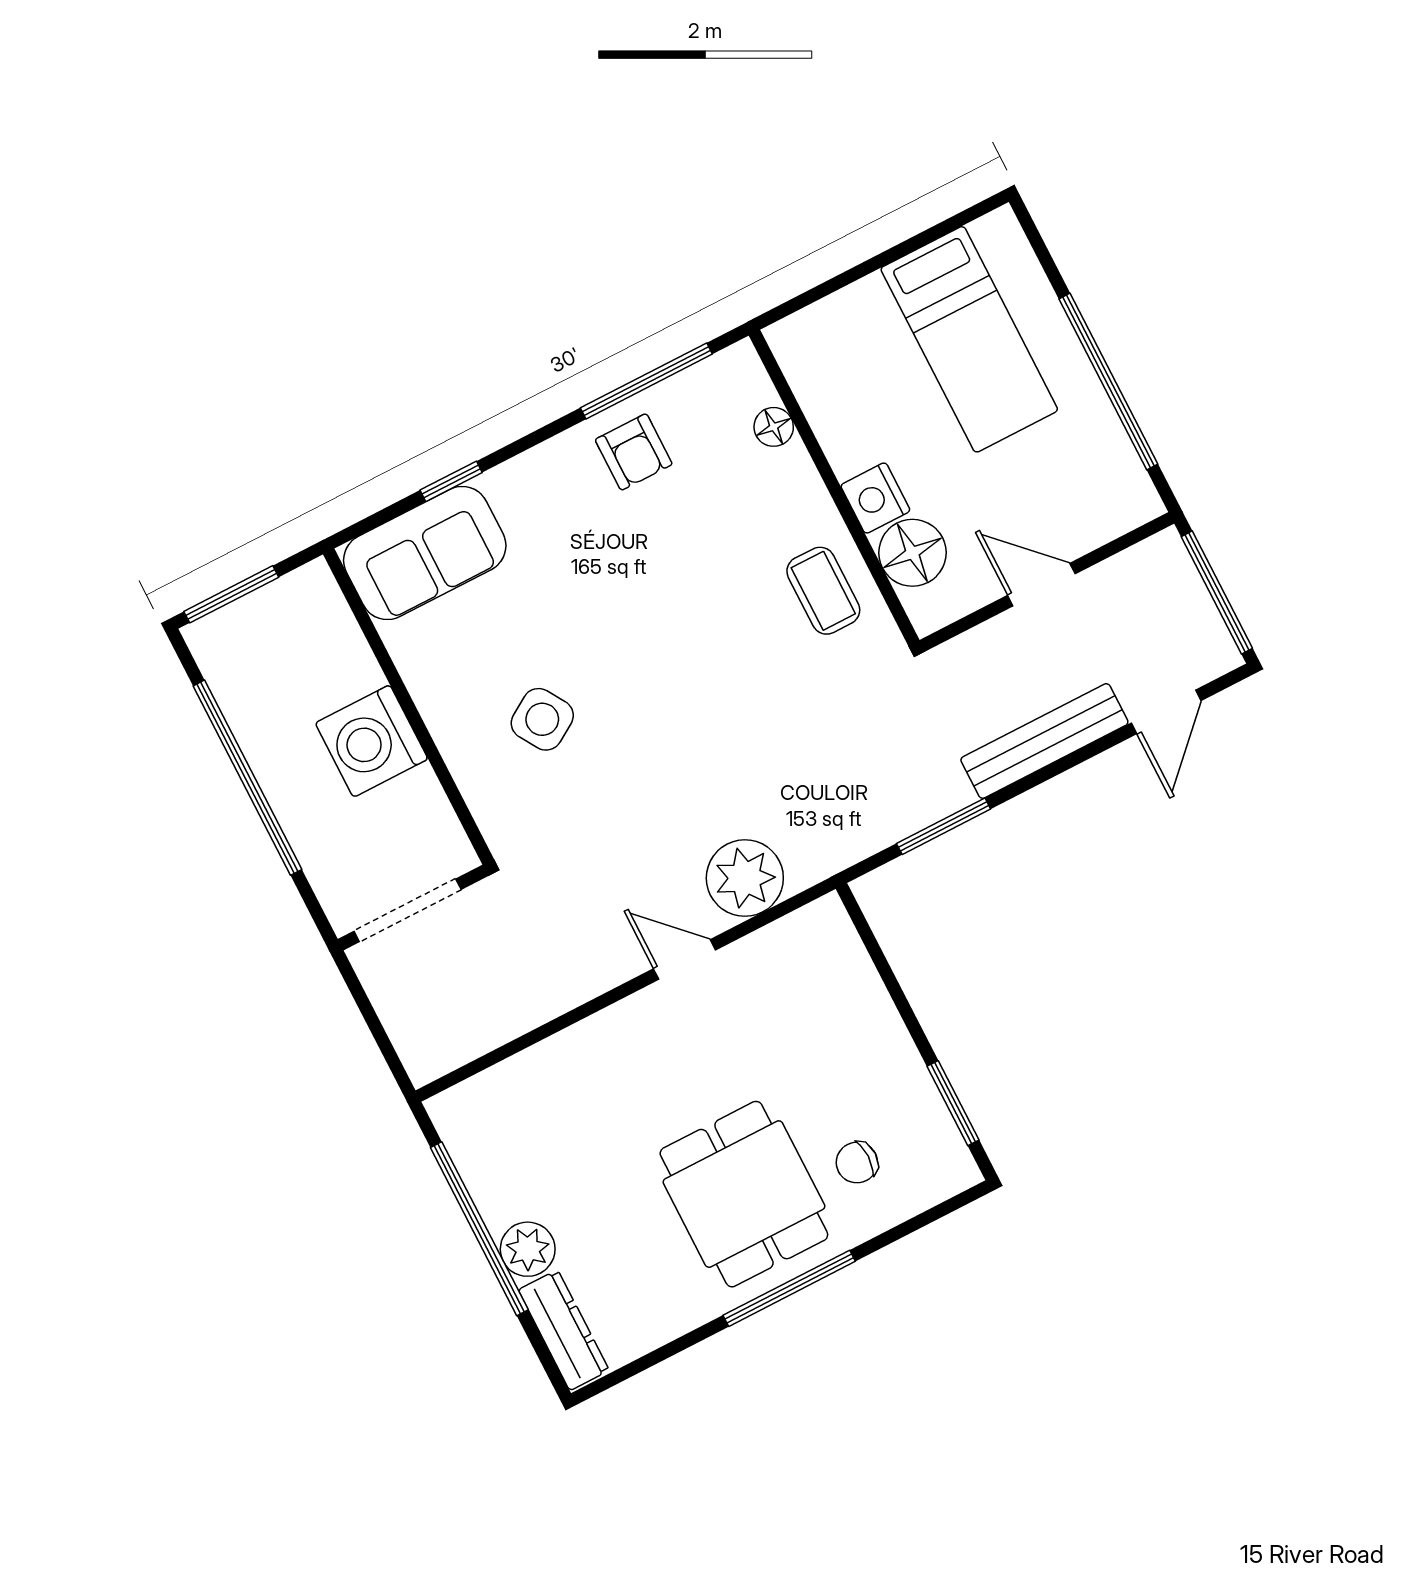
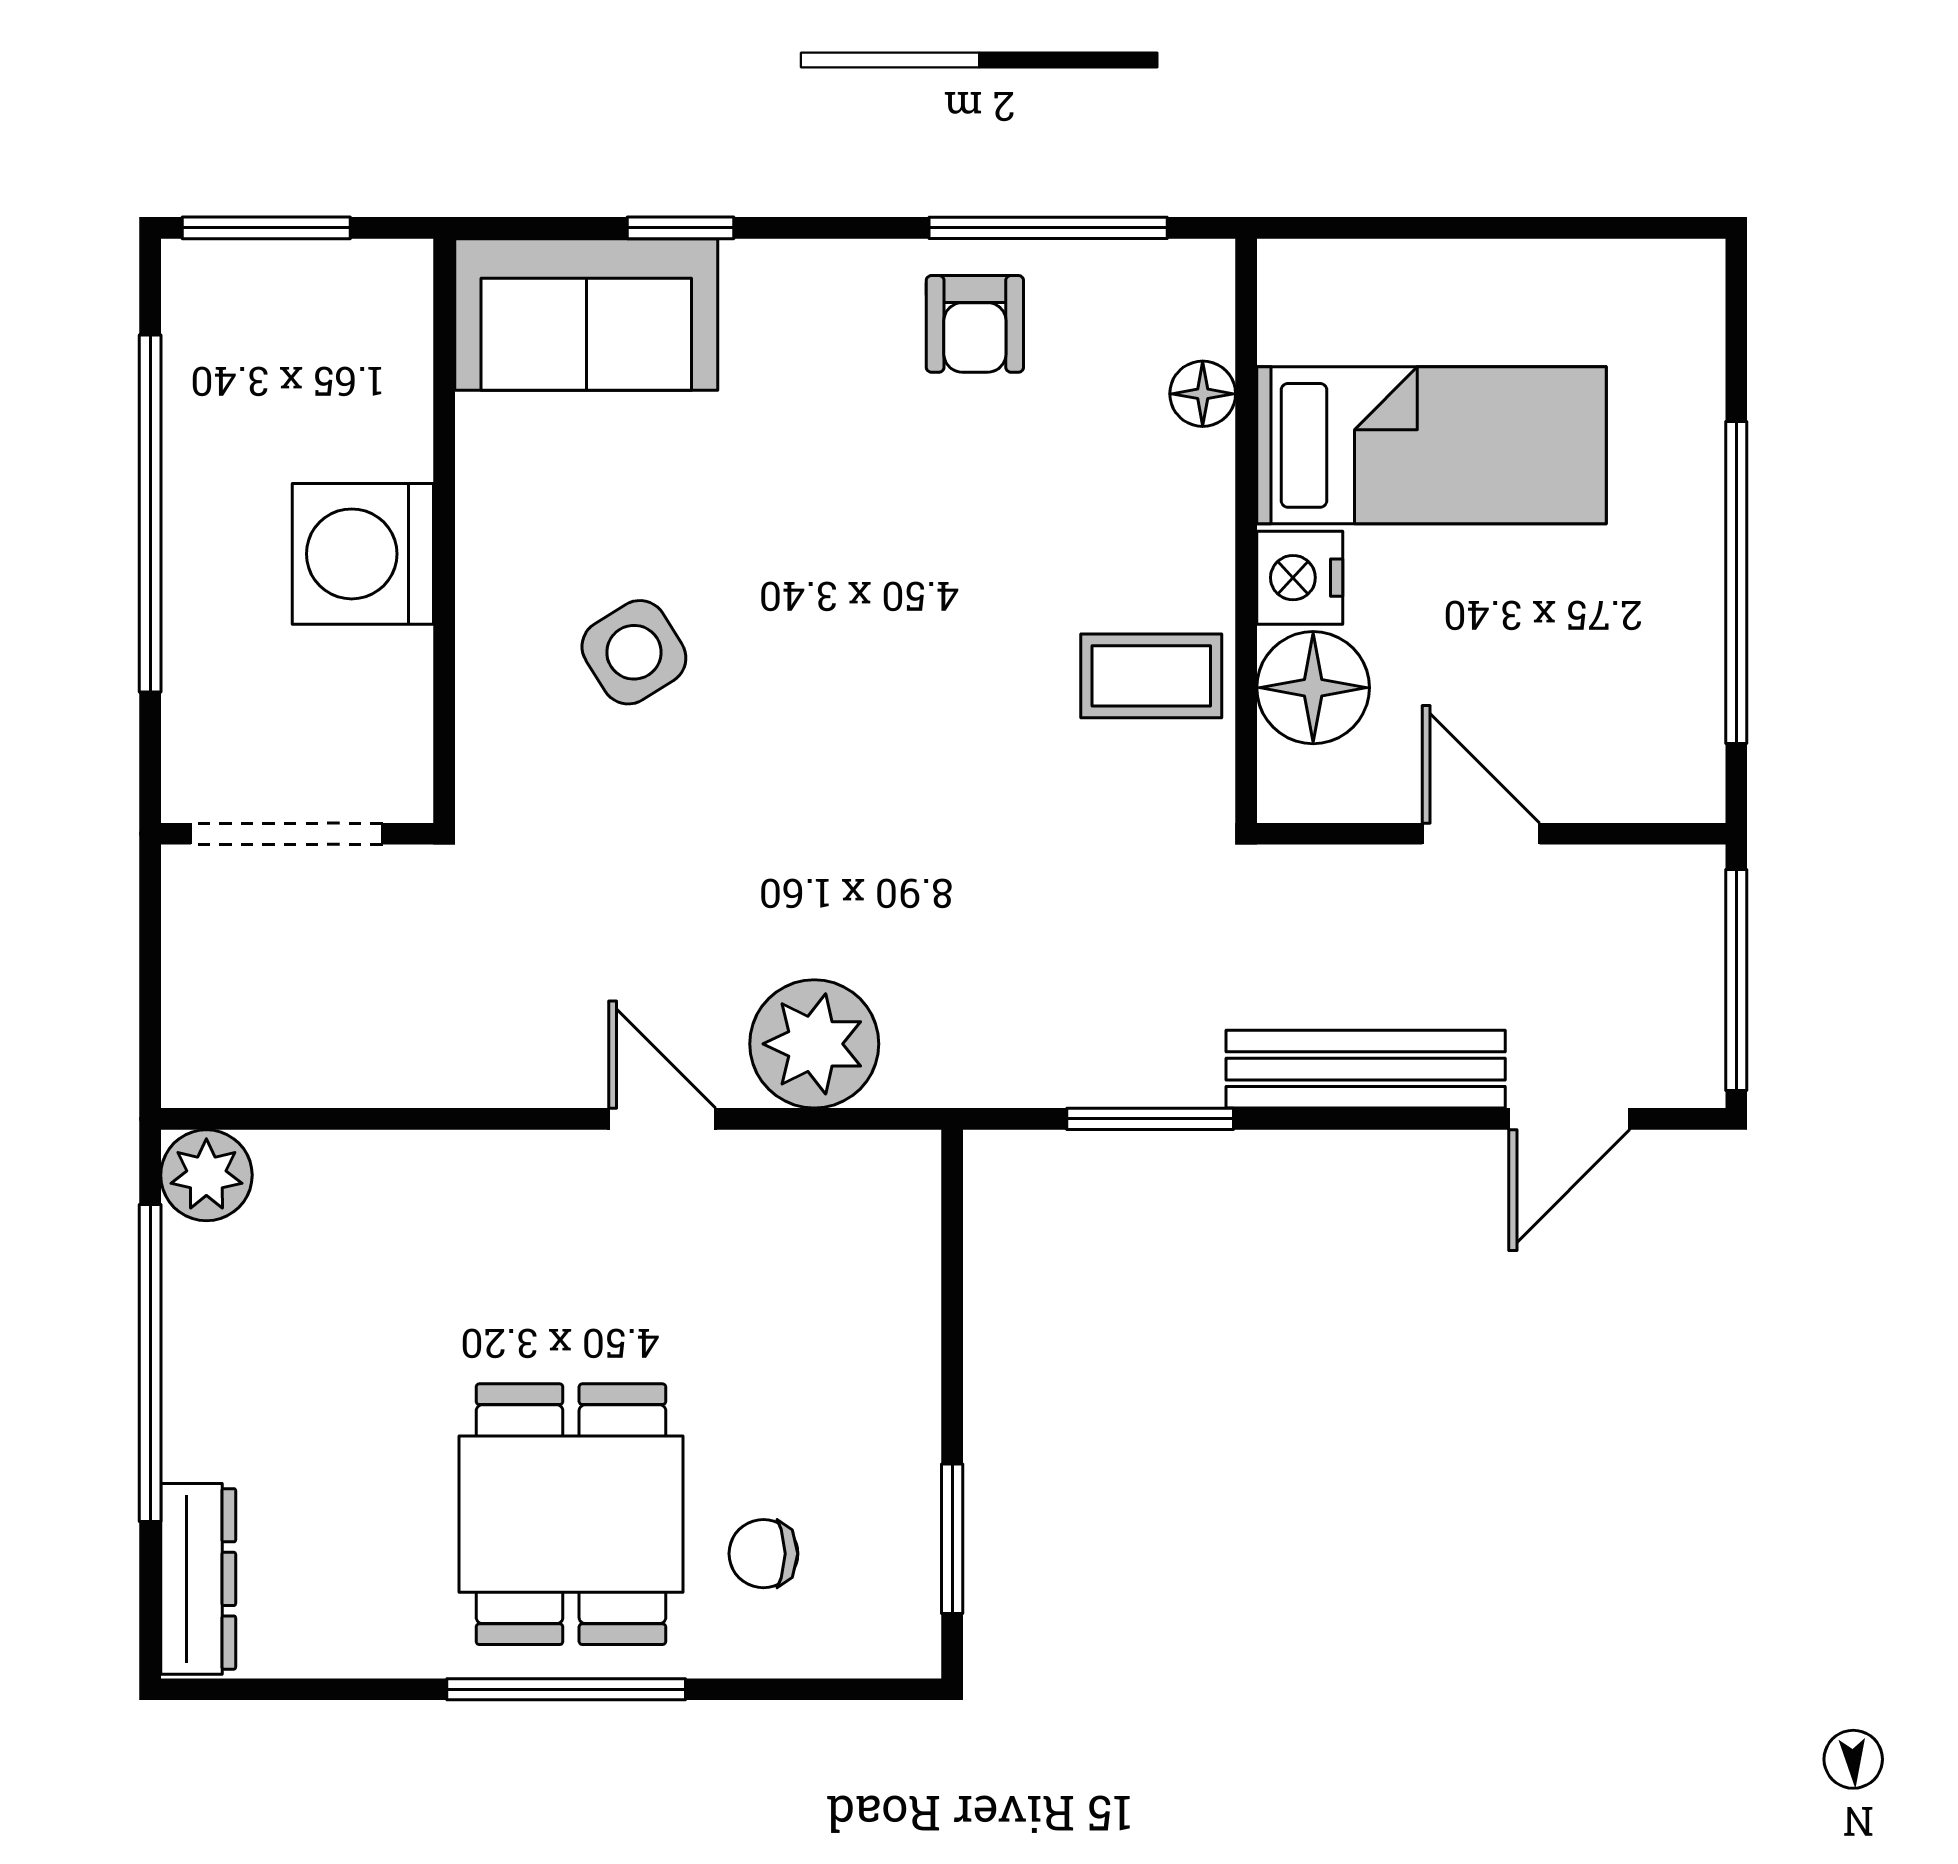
bed: (969, 339) -> (1431, 445), moved, turned -90
coffee table: (823, 591) -> (1151, 676), turned 90
plant: (528, 1249) -> (206, 1175), moved

